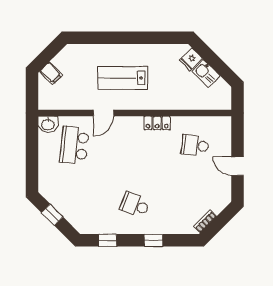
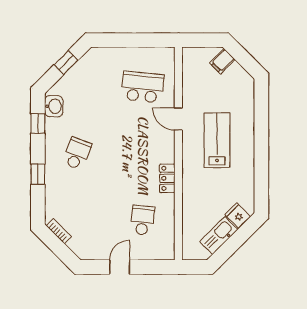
kitchen sink: (206, 73) -> (219, 235), width x1.38
washbasin: (48, 124) -> (54, 106), moved, turned 180

